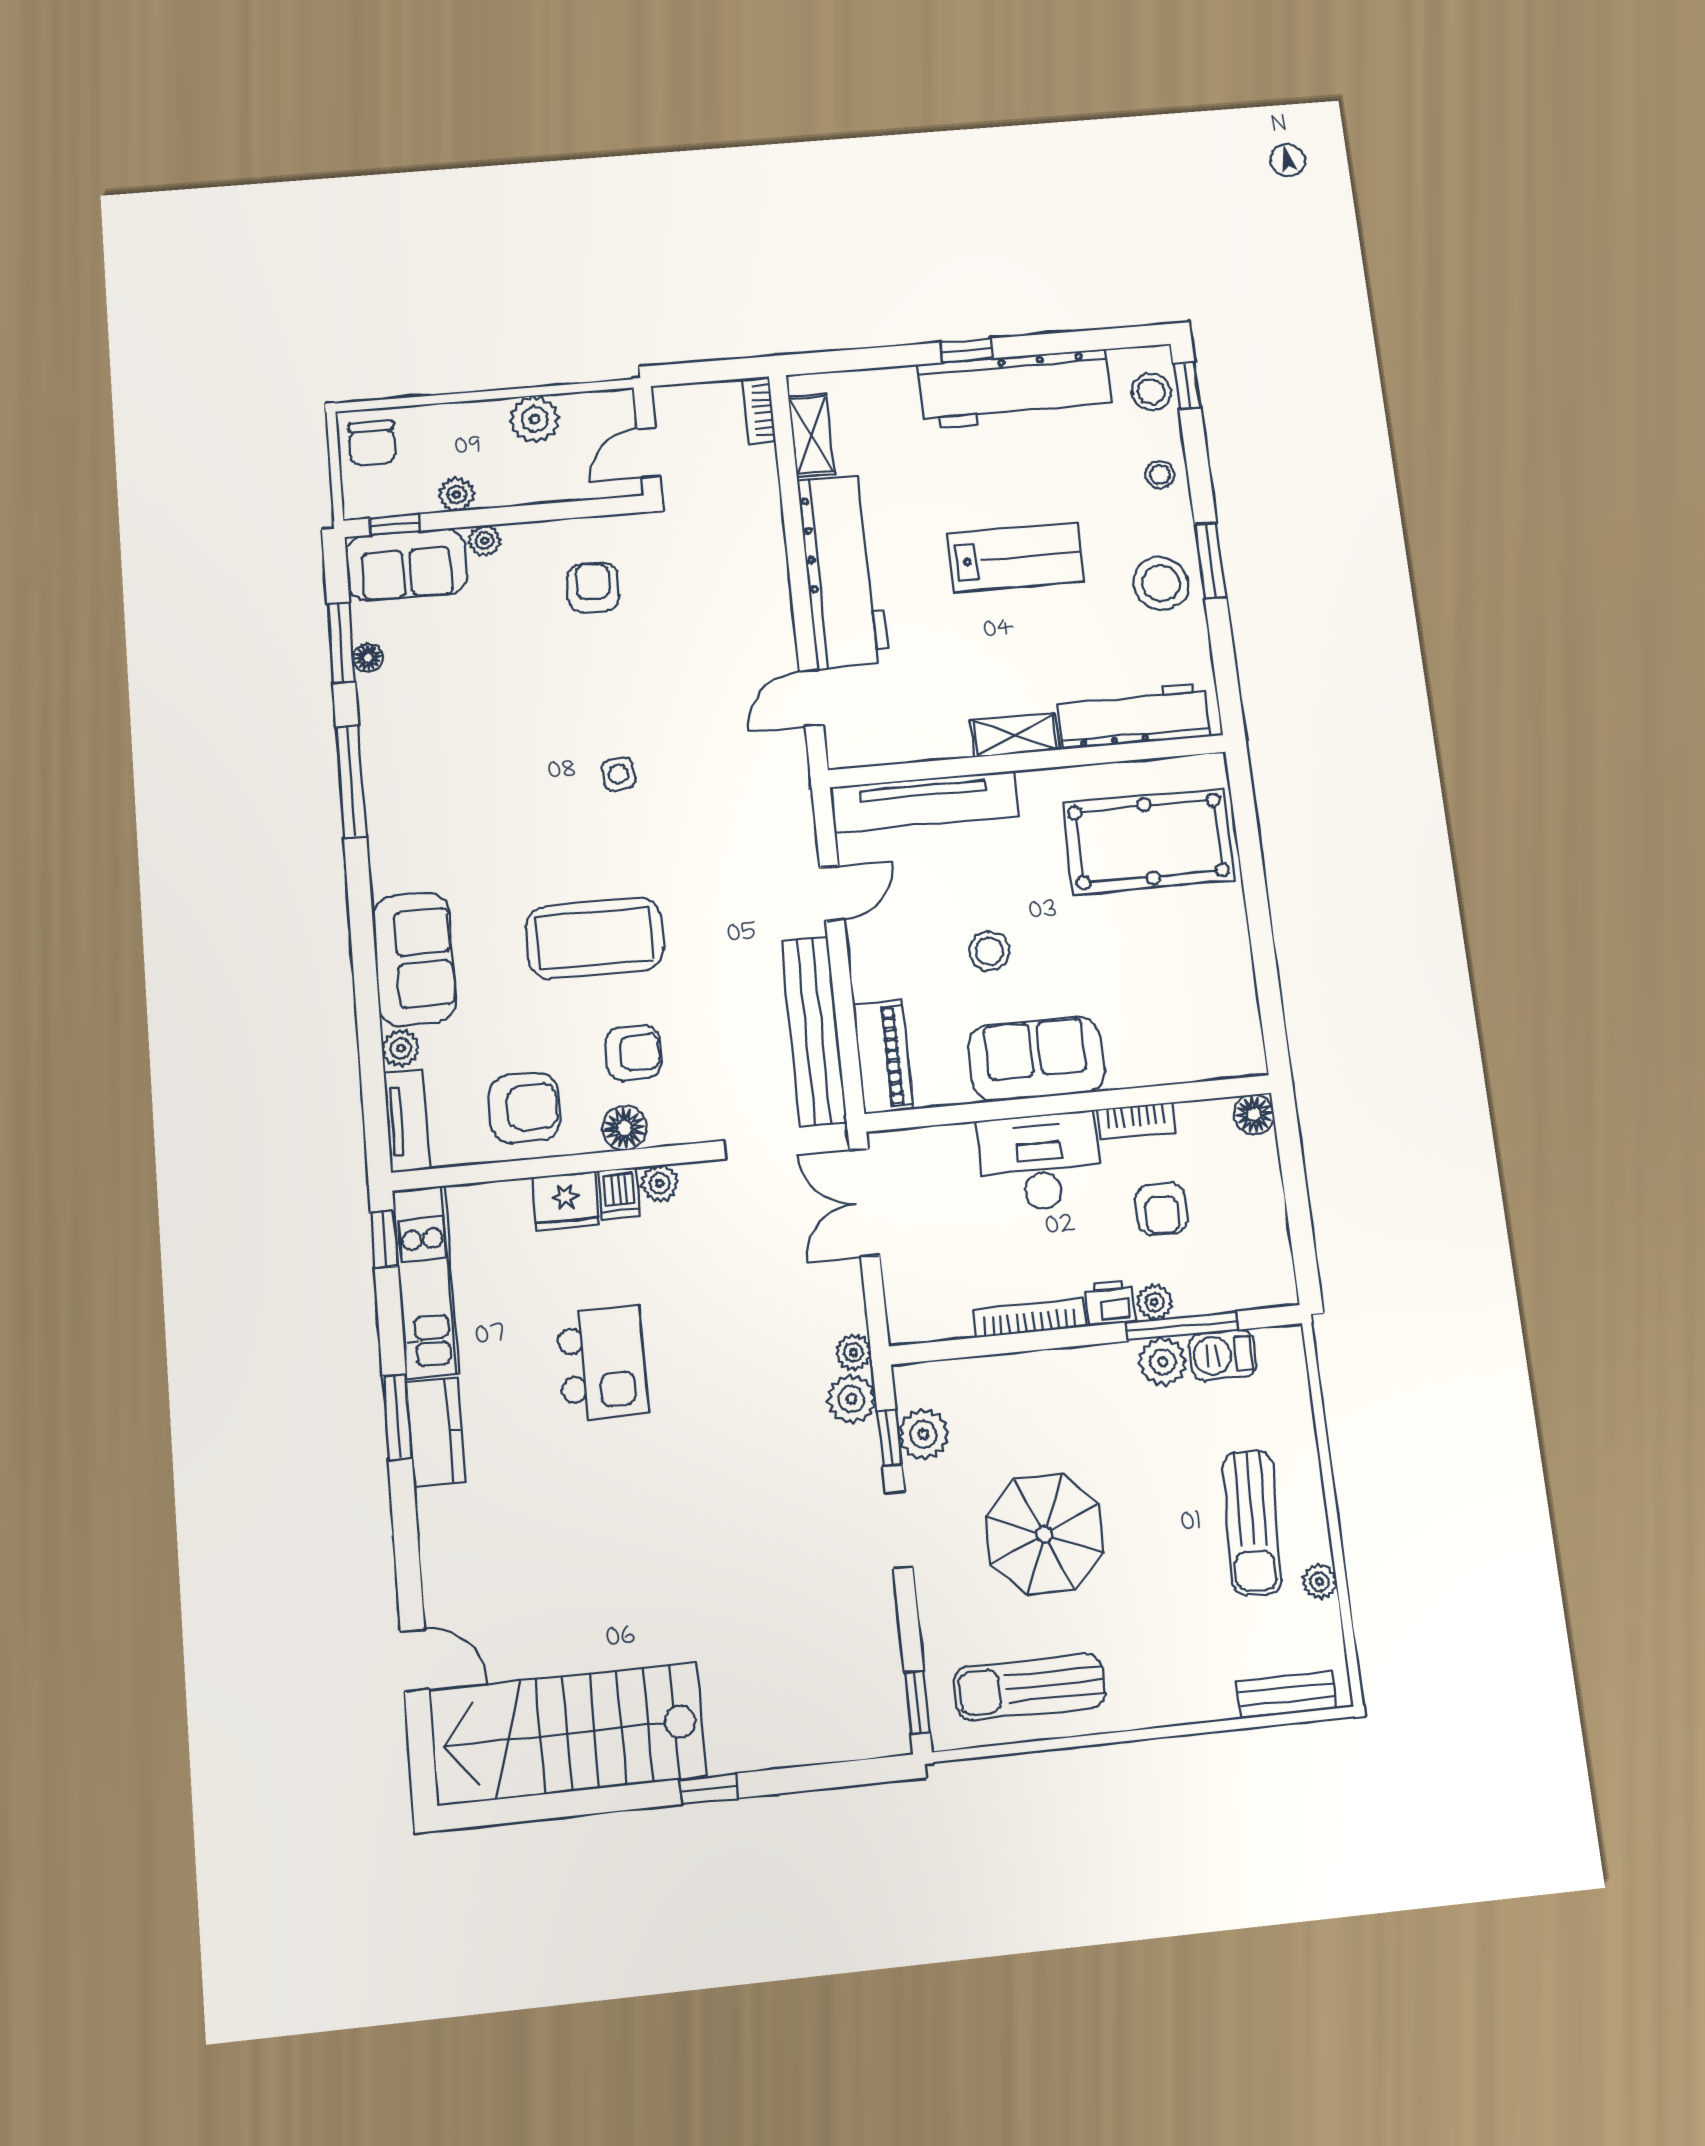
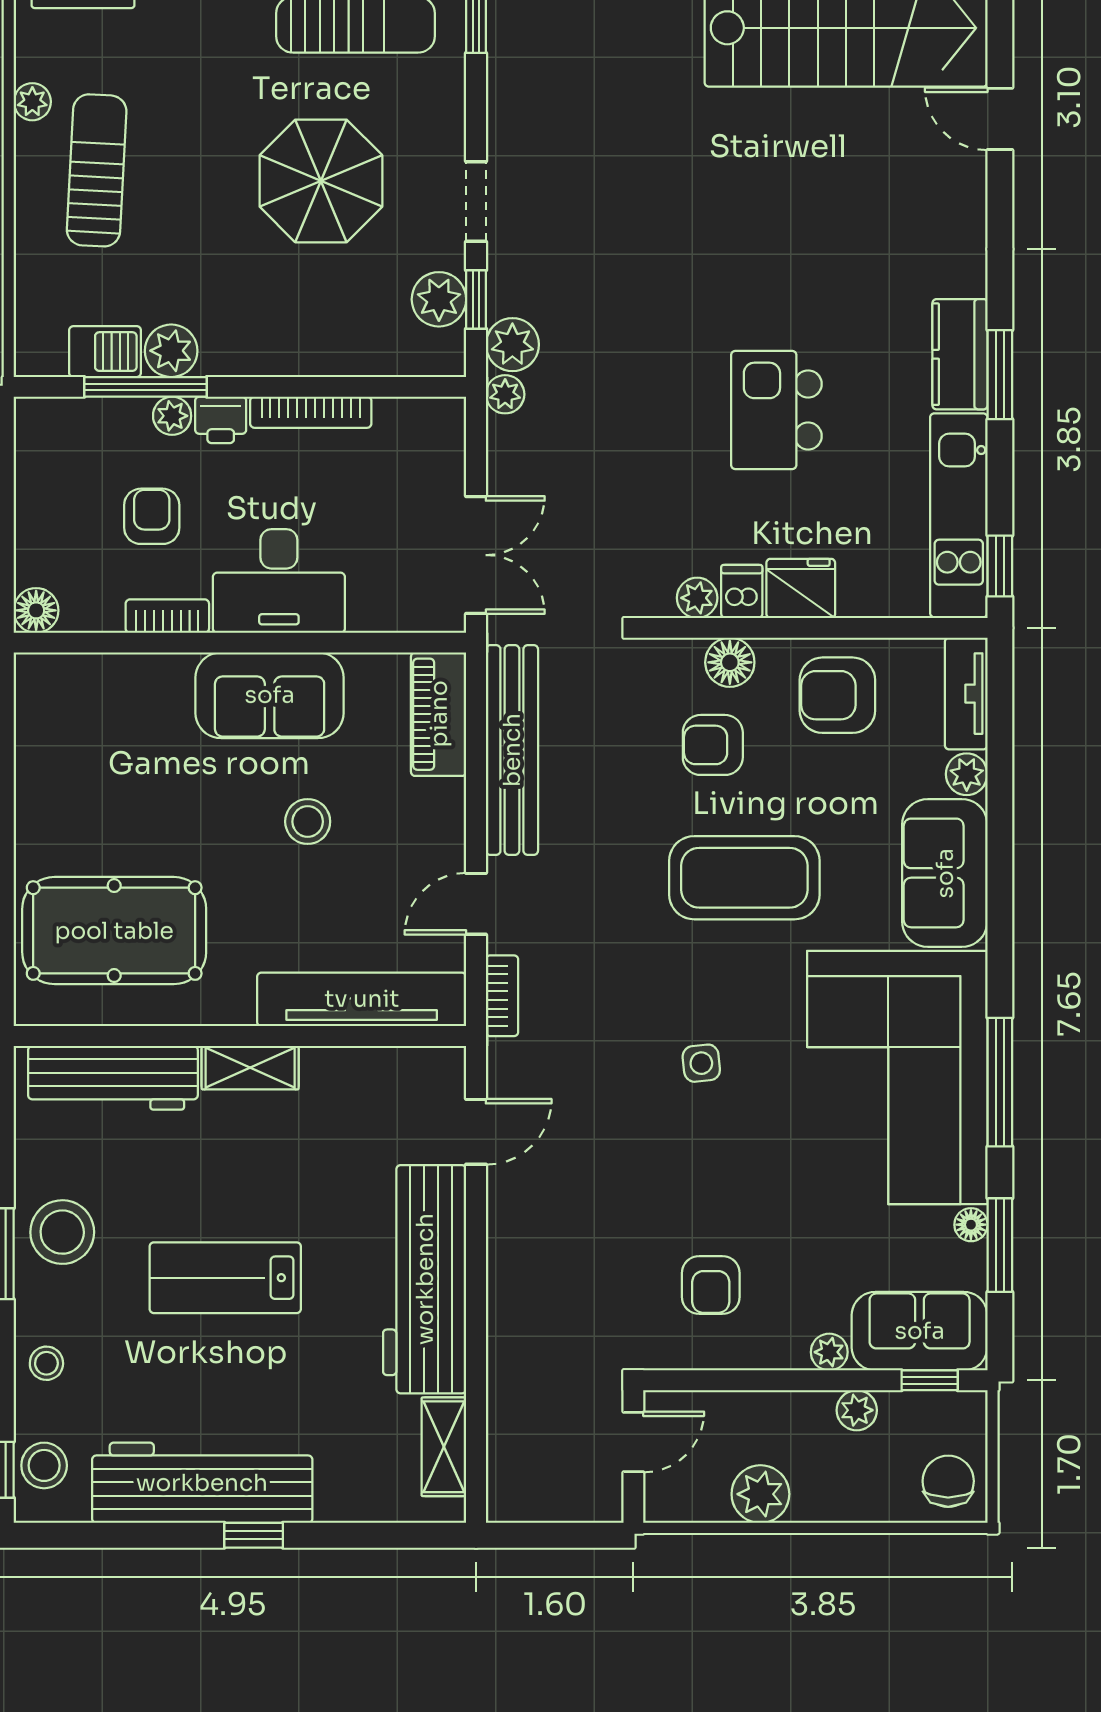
bookcase: (759, 410) -> (502, 996), moved
corner sofa: (443, 777) -> (897, 1077), added

